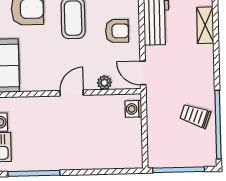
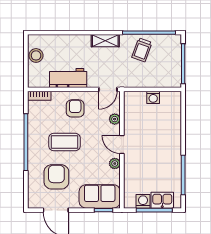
shelving: (205, 25) -> (105, 41), moved
plant: (47, 84) -> (115, 164), added
washing machine: (133, 109) -> (153, 97), moved

